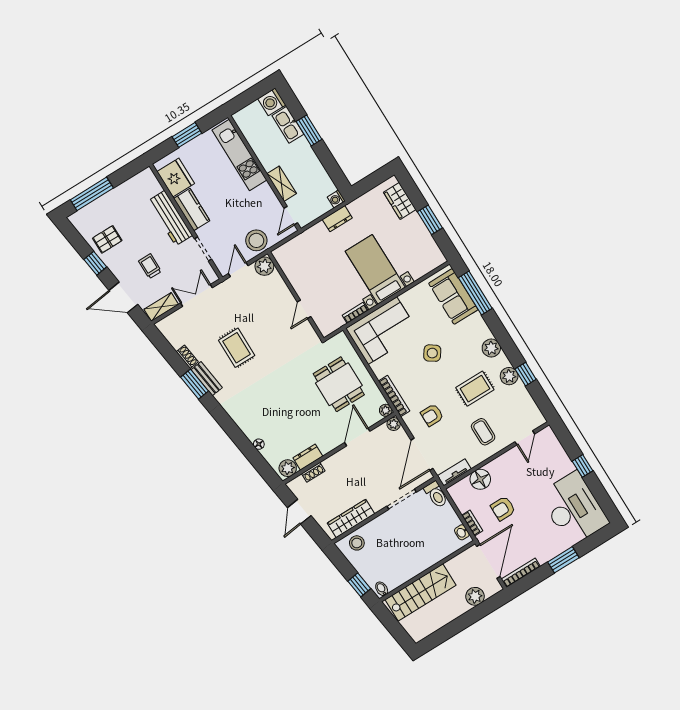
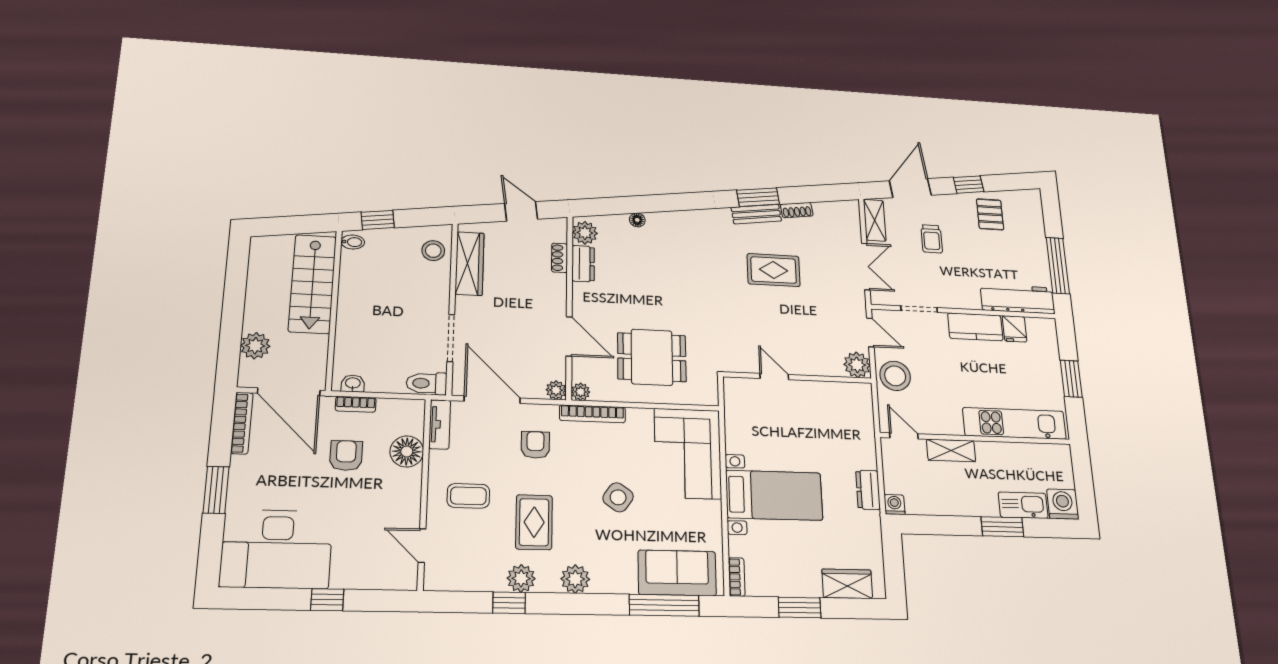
fridge: (176, 178) -> (1015, 329), width x0.53, depth x0.75
window: (92, 194) -> (1058, 266), moved
workbench: (170, 218) -> (1017, 299), moved
trolley: (150, 266) -> (932, 239), turned 90
bookcase: (355, 313) -> (737, 577), moved

